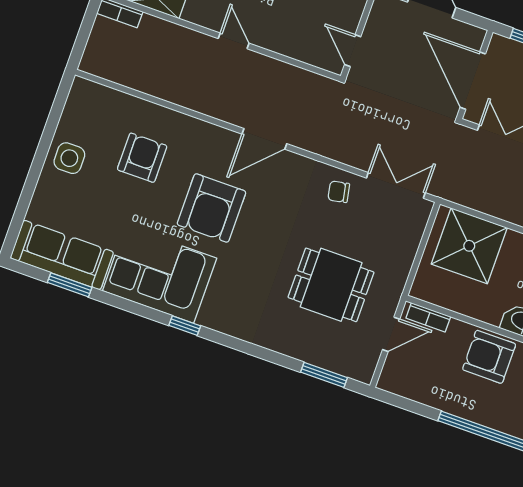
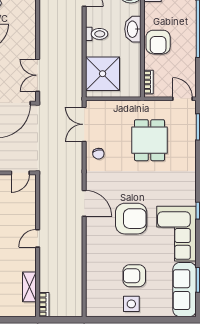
armchair: (142, 158) -> (134, 276), moved
door: (391, 334) -> (182, 99), moved

